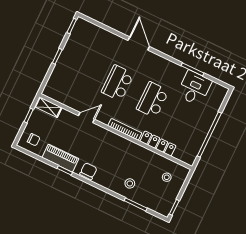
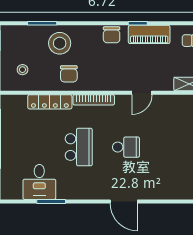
school desk: (118, 83) -> (126, 147), width x0.54
chair: (134, 158) -> (69, 74), added
stool: (130, 183) -> (60, 43), width x1.89, depth x1.89

